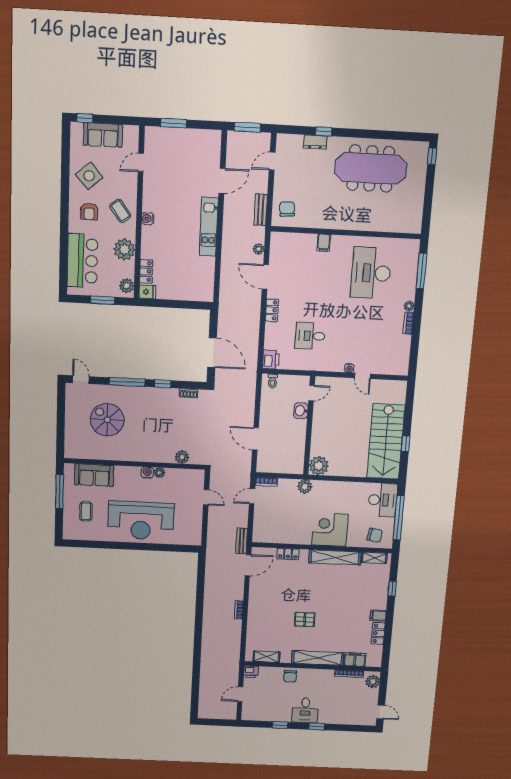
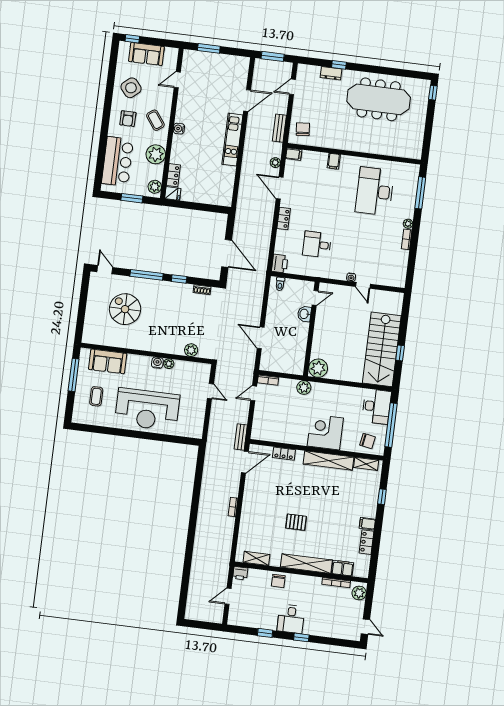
filing cabinet: (279, 238) -> (294, 154), added

